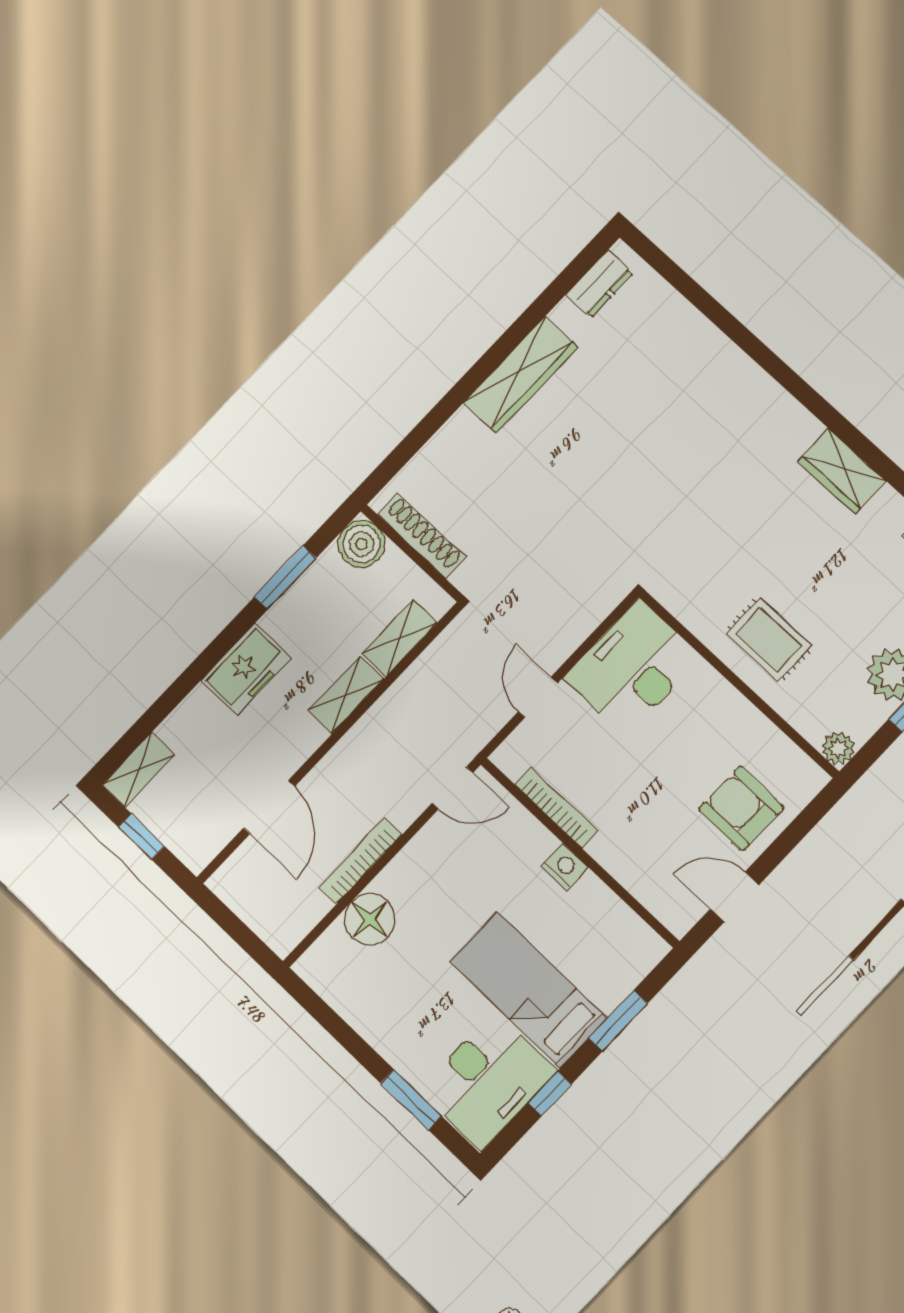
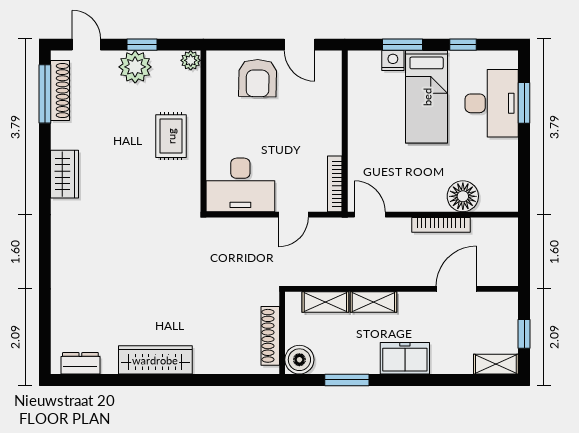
bookcase: (556, 808) -> (335, 184), moved
nightstand: (564, 867) -> (393, 60), moved, turned 90
desk: (488, 1080) -> (492, 103), moved, turned 90

